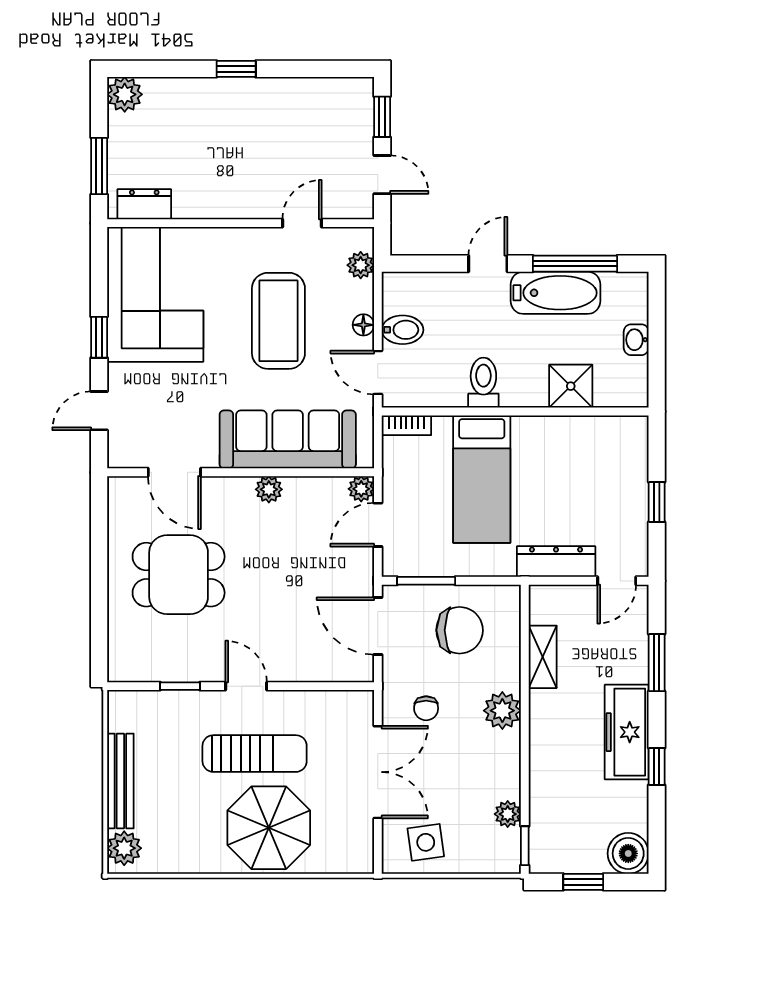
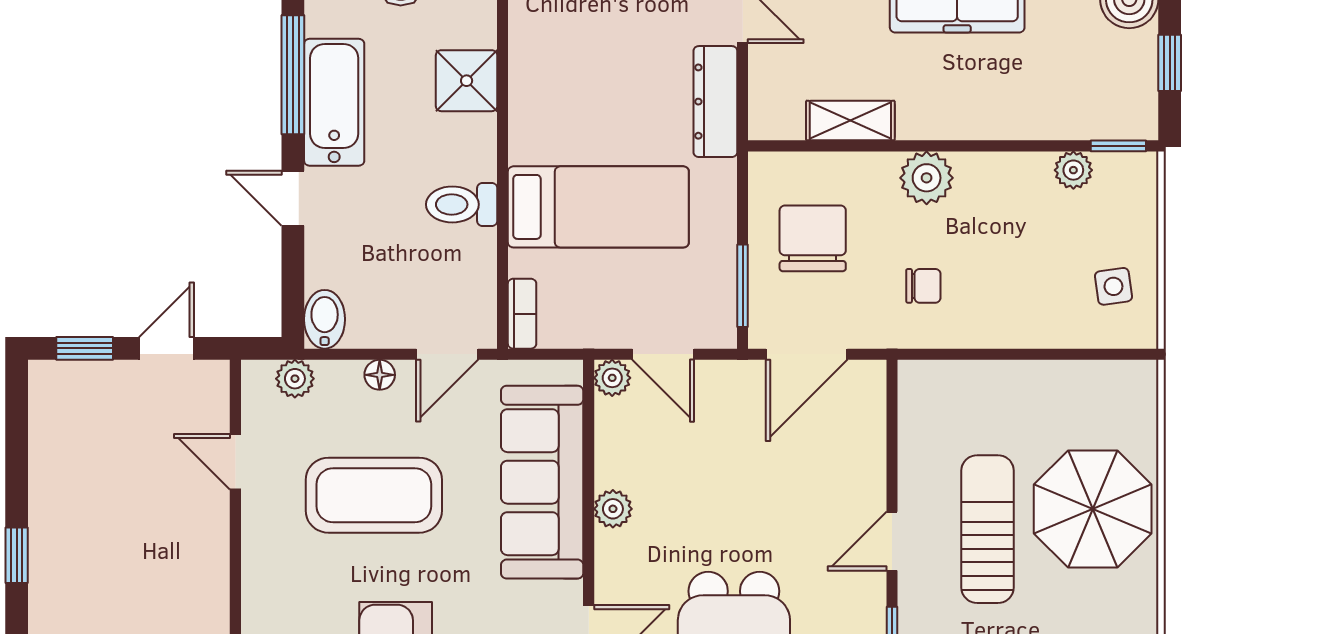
bidet: (403, 330) -> (325, 319), moved
double door: (378, 772) -> (1014, 354), removed
side table: (426, 842) -> (1113, 286), width x0.73, depth x0.73

